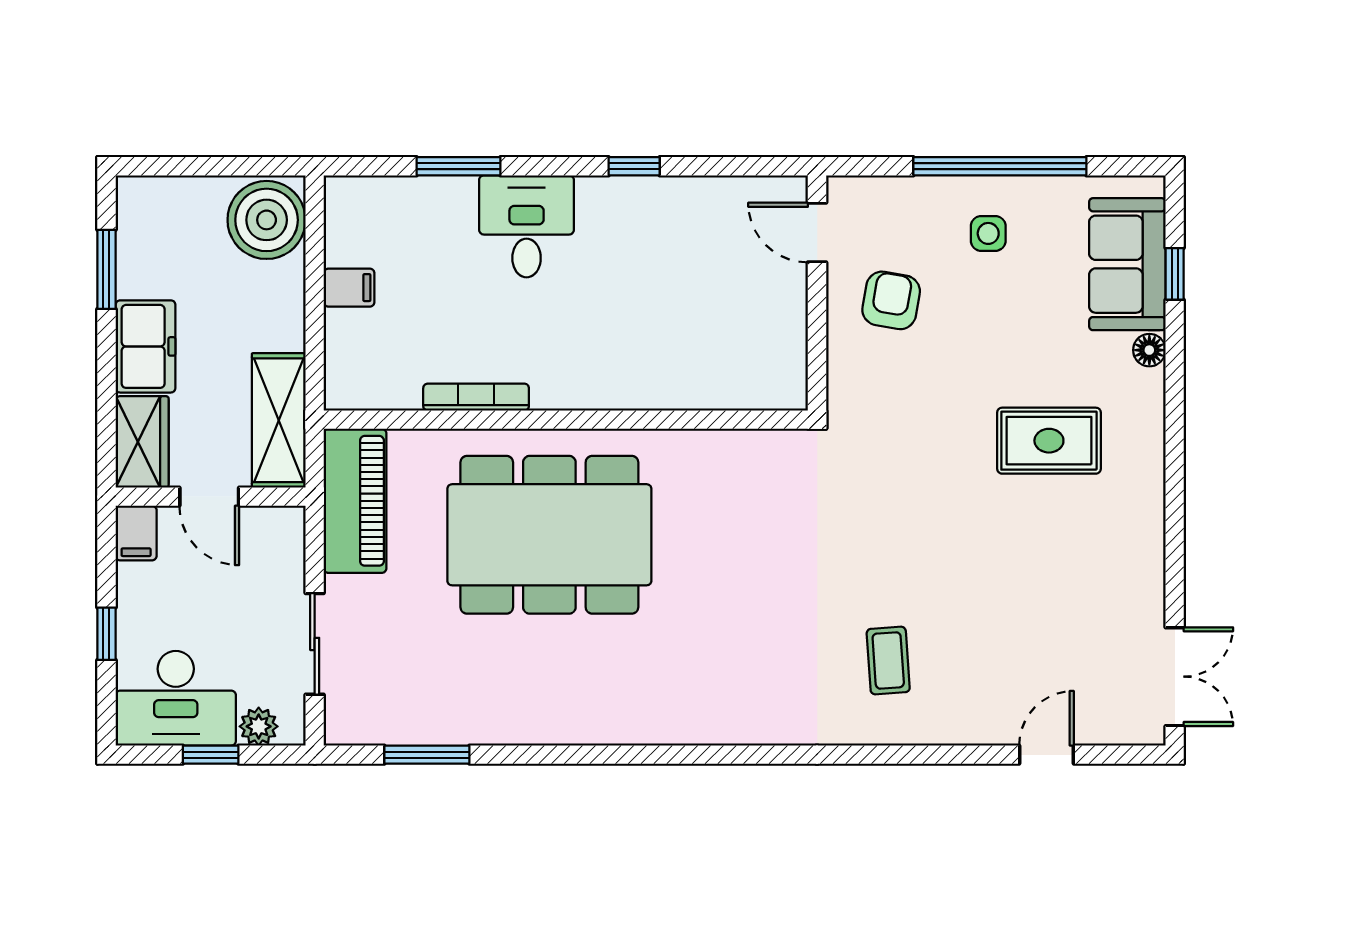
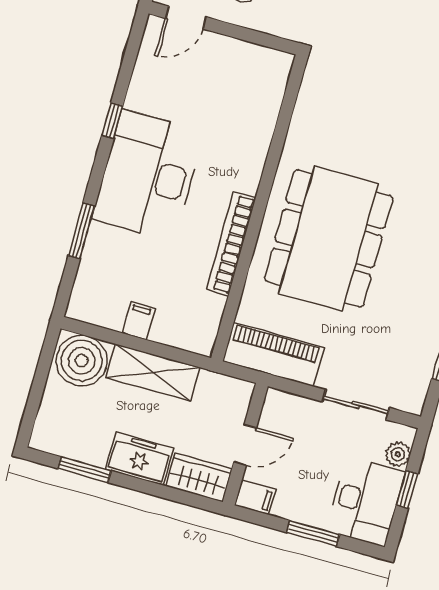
desk: (527, 226) -> (148, 175), width x1.87, depth x1.30
bookcase: (476, 397) -> (231, 244), width x1.48, depth x1.31
shelving: (279, 420) -> (153, 372), moved
window: (106, 634) -> (313, 533), width x1.50

